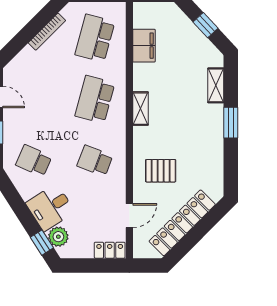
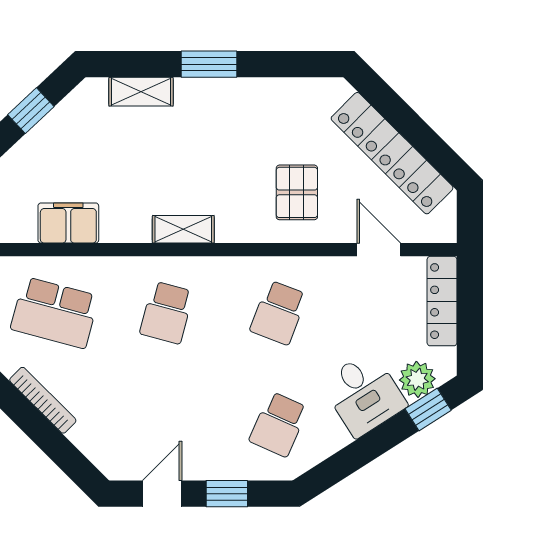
school desk: (95, 99) -> (167, 313), width x0.54
locker: (110, 250) -> (442, 301), width x1.53

